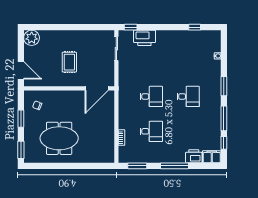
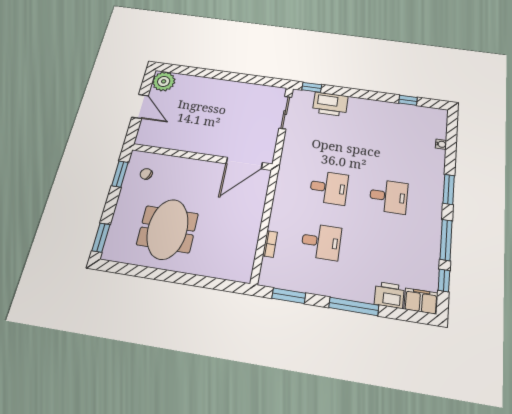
rug: (69, 62) -> (211, 121), removed
door: (21, 70) -> (140, 106), moved
window: (21, 119) -> (120, 174), moved
meeting table: (59, 138) -> (168, 229), turned 90

